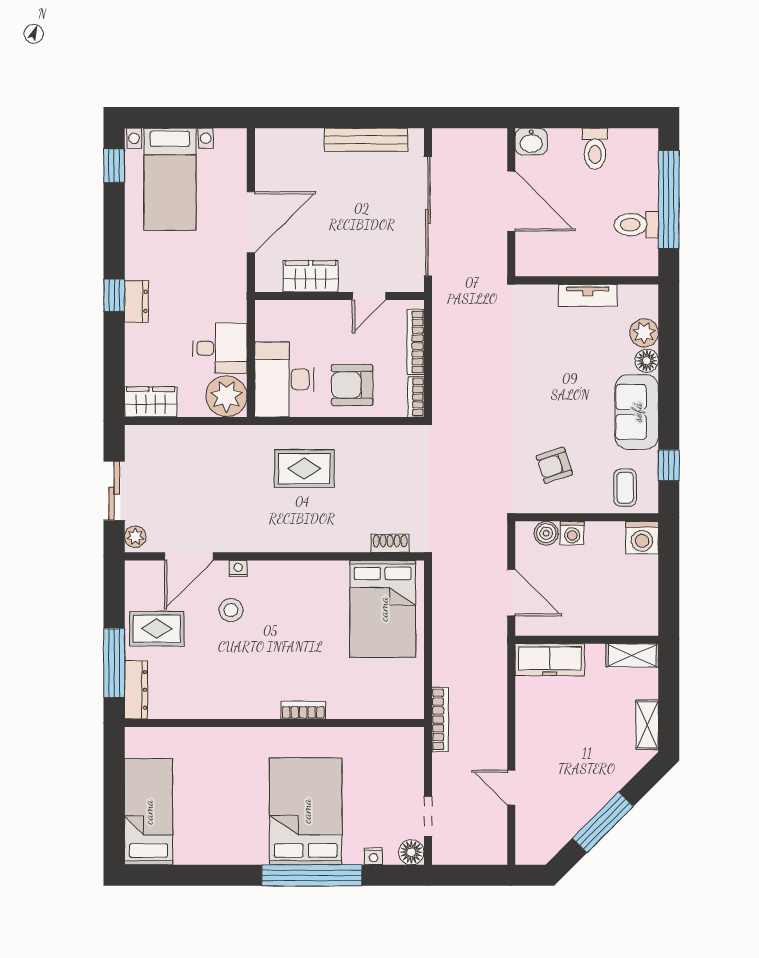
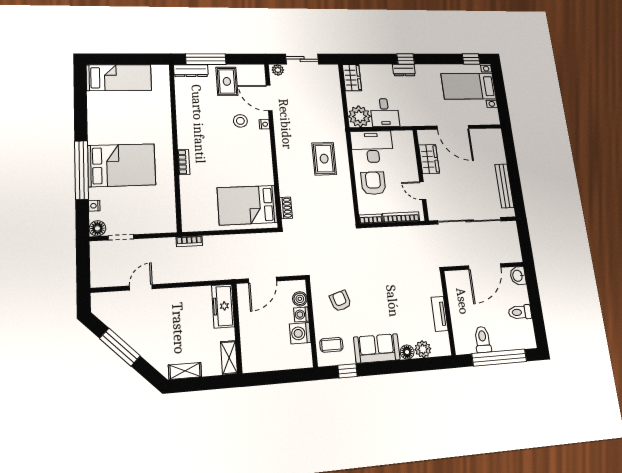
washing machine: (642, 538) -> (300, 333), moved
bookcase: (440, 719) -> (189, 241), width x0.64

